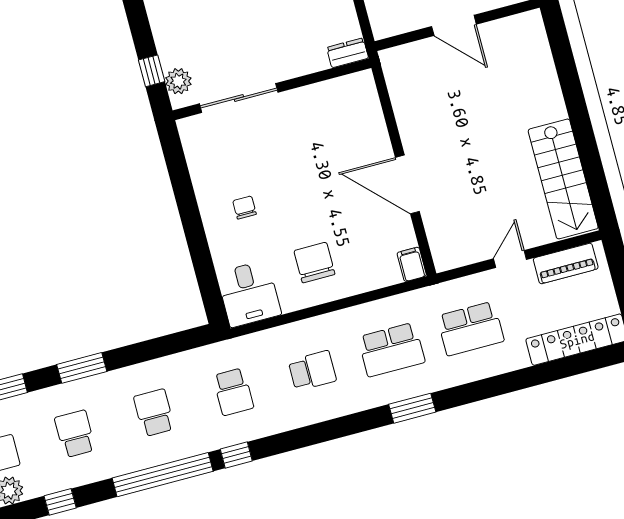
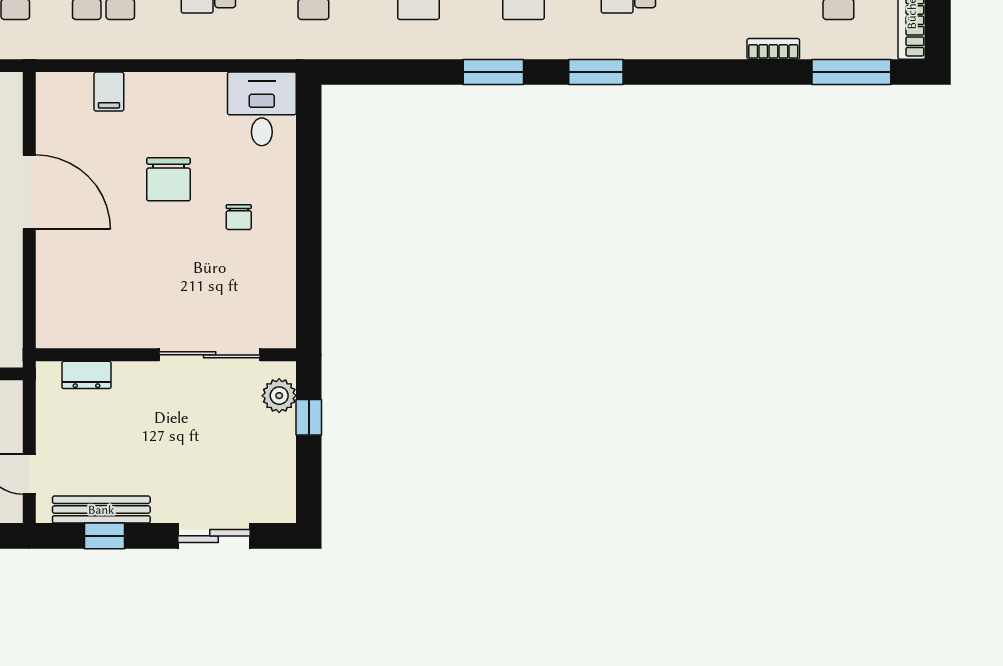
dresser: (348, 53) -> (86, 375), moved
chair: (314, 262) -> (168, 179), moved
filing cabinet: (412, 264) -> (109, 92), moved

